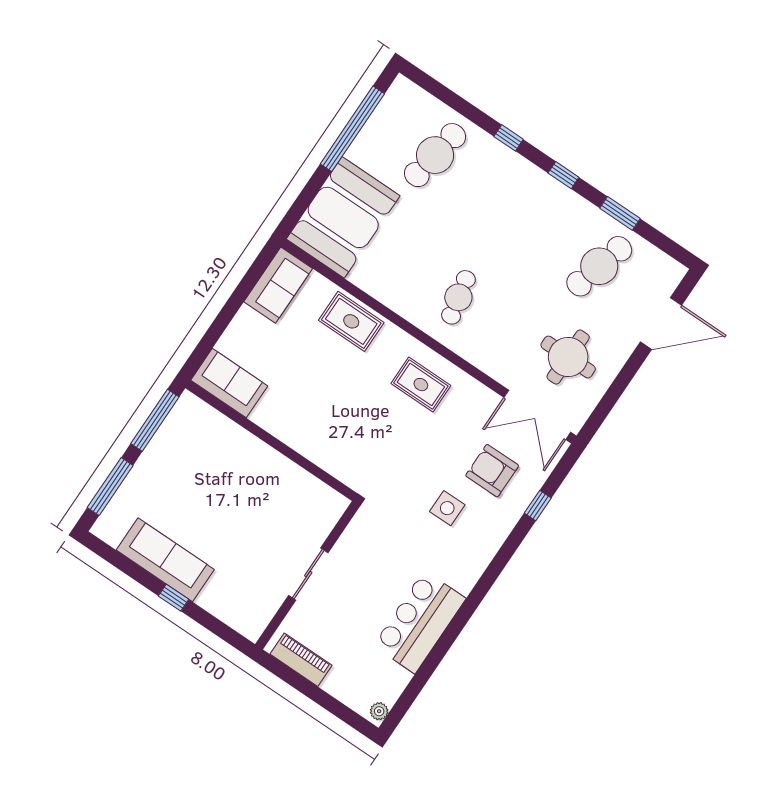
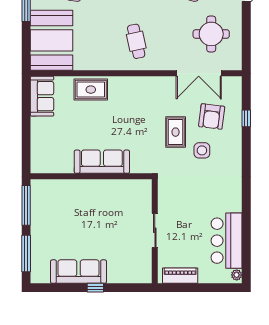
sofa: (229, 383) -> (102, 162), moved, width x1.36
rug: (421, 385) -> (176, 132), moved, turned 90
double door: (537, 415) -> (199, 73), moved
armchair: (492, 471) -> (212, 116), turned -83
bar counter: (420, 622) -> (227, 241), moved

